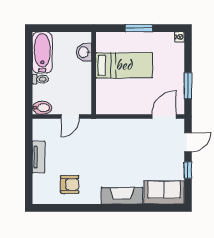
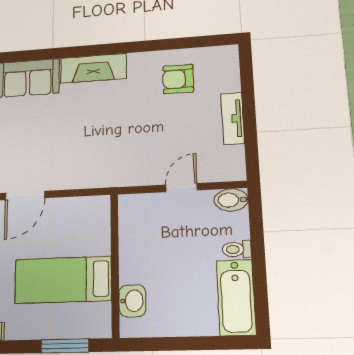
washbasin: (84, 52) -> (132, 301), moved
bed: (124, 65) -> (63, 280), moved
wall: (94, 73) -> (115, 264), moved

